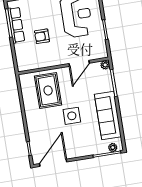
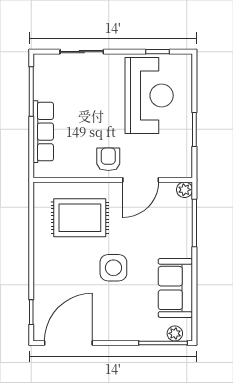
row of seats: (16, 25) -> (43, 132), moved
armchair: (42, 36) -> (108, 159), moved, turned 90
rug: (48, 90) -> (80, 218), turned 90
sofa: (108, 116) -> (175, 288), width x0.73

